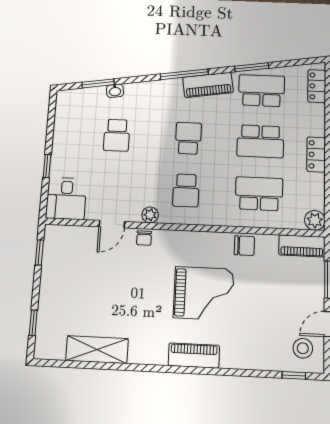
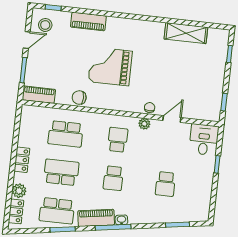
washbasin: (115, 91) -> (121, 220), moved
school desk: (117, 135) -> (165, 184), turned 180
plant: (315, 220) -> (19, 191), moved
piano: (194, 355) -> (88, 21), moved

